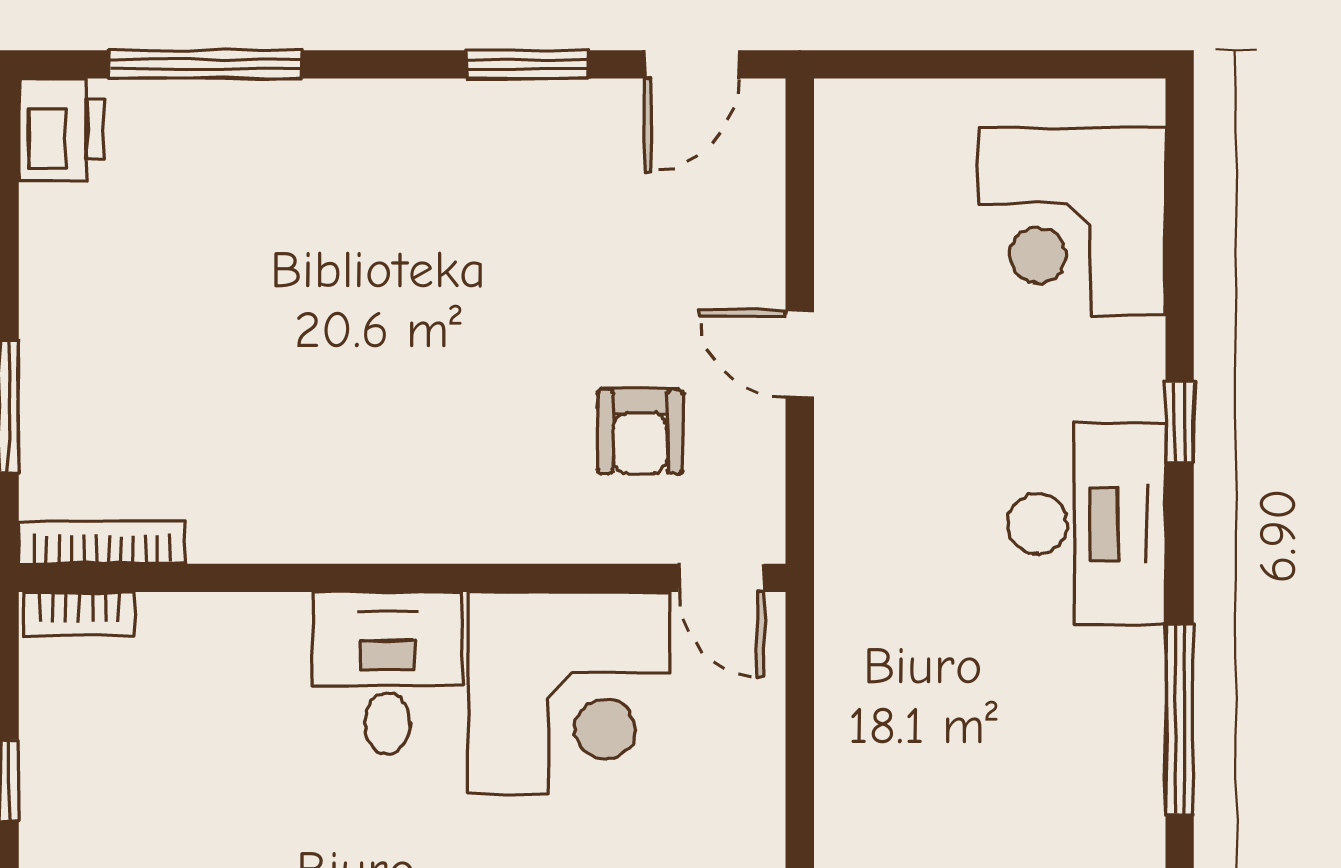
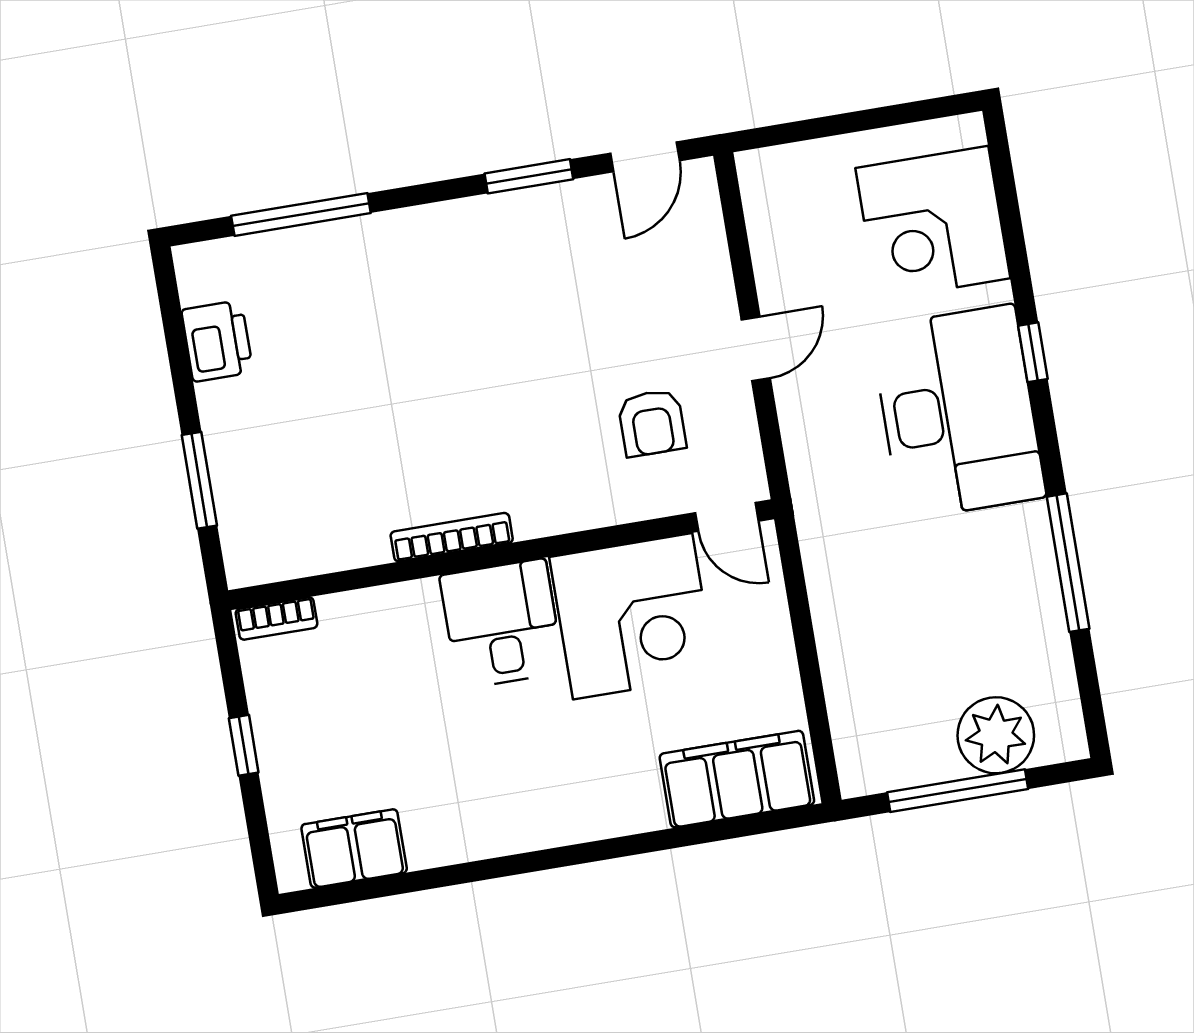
printer: (61, 130) -> (217, 341), moved
door: (800, 353) -> (756, 349), swing flipped
desk: (1087, 524) -> (958, 412), width x1.36, depth x1.30
bookcase: (102, 542) -> (452, 537), moved

